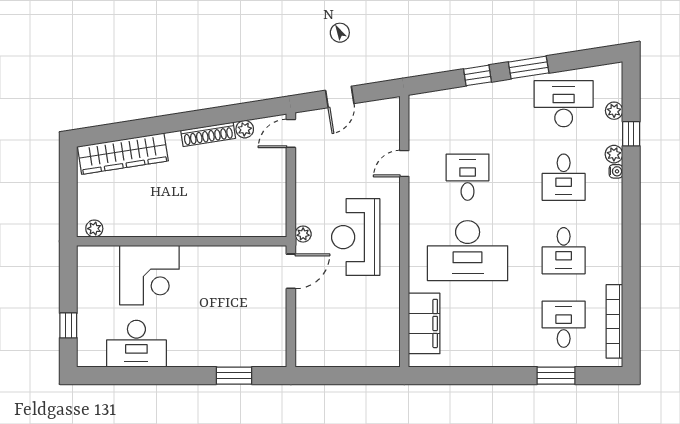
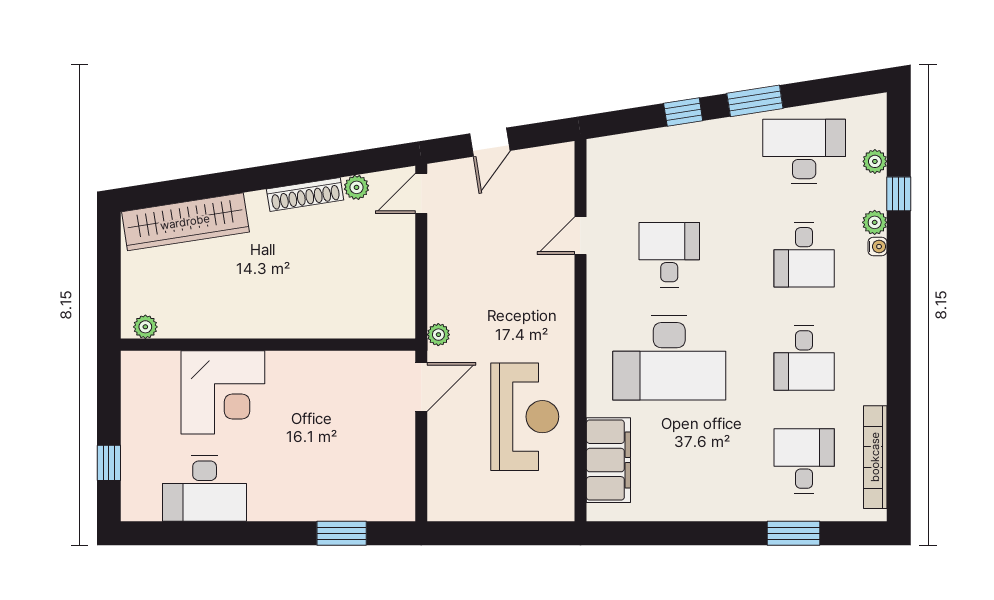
reception desk: (356, 237) -> (525, 417), moved, turned 180

